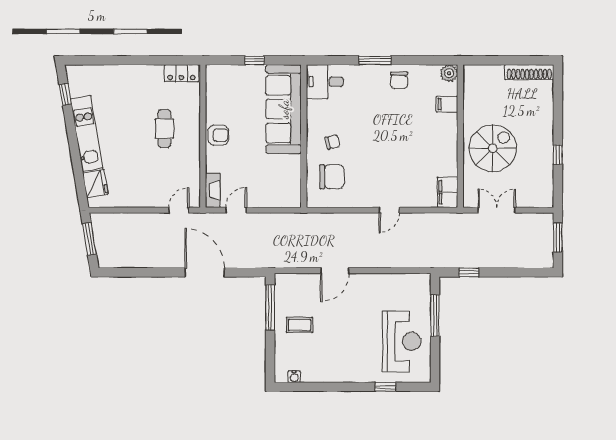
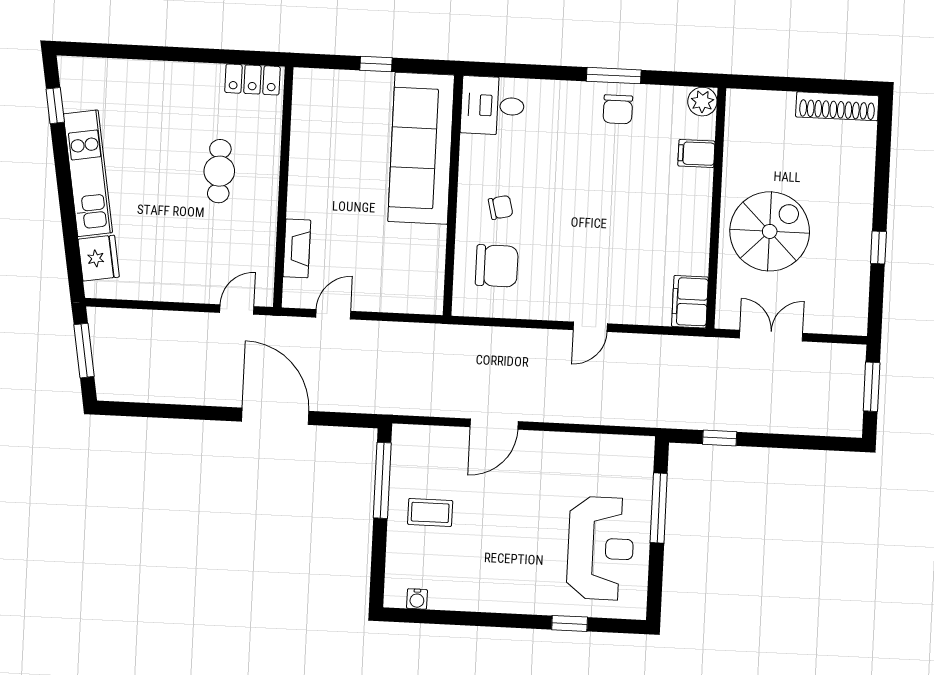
window: (375, 60) -> (614, 76), moved
armchair: (218, 135) -> (309, 187), removed
fireplace: (213, 190) -> (297, 248), moved

